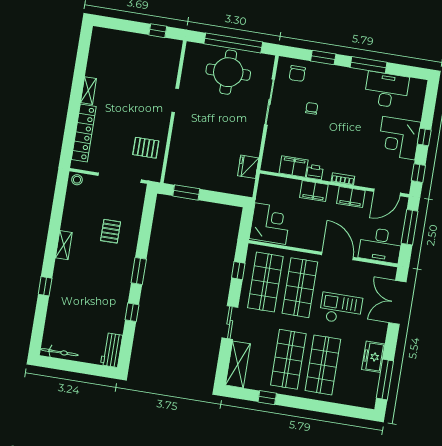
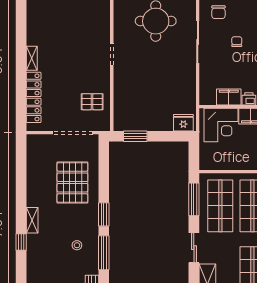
fridge: (248, 167) -> (183, 123), moved, turned 90
stool: (77, 180) -> (77, 245), moved
corner desk: (270, 224) -> (221, 125), moved, turned 90
pallet: (111, 231) -> (72, 183), width x2.05, depth x2.00
shelving: (64, 245) -> (32, 220), moved
window: (238, 271) -> (194, 199), width x2.17
window: (132, 312) -> (104, 253), width x2.17

